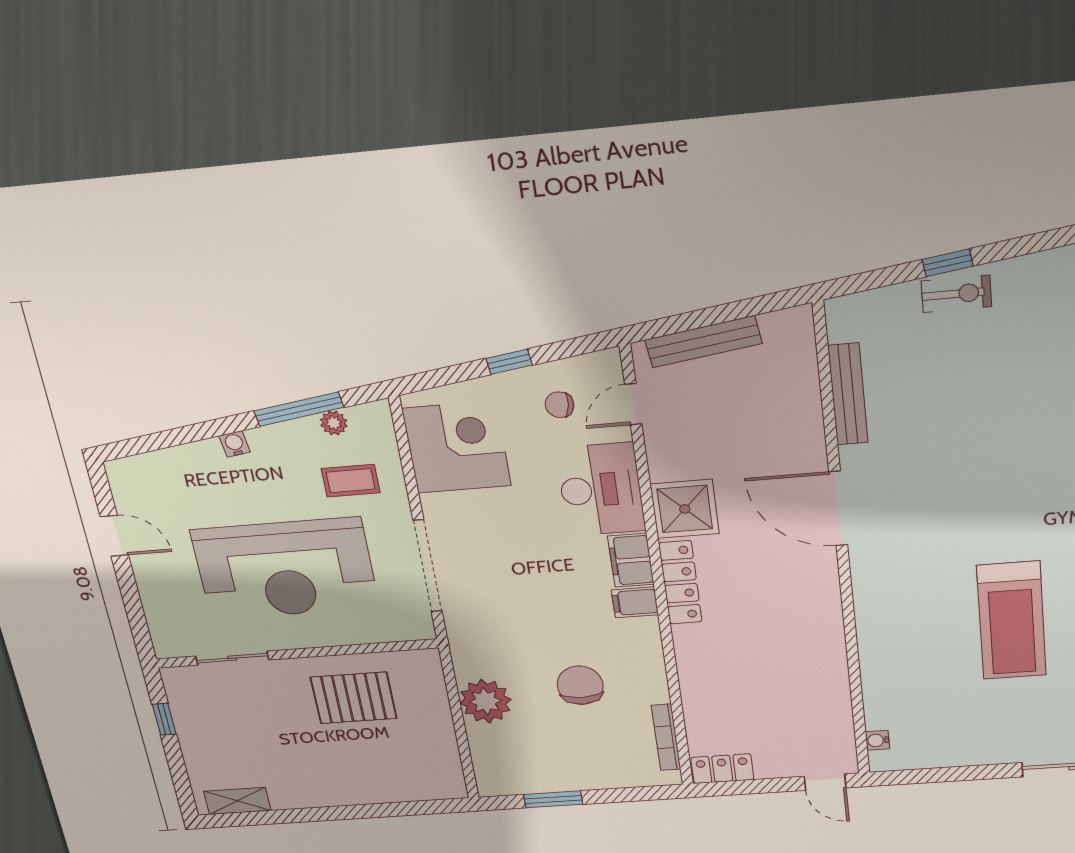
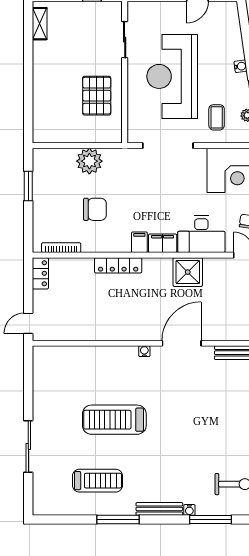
locker: (680, 583) -> (118, 265), moved
water cooler: (877, 740) -> (144, 351), moved

